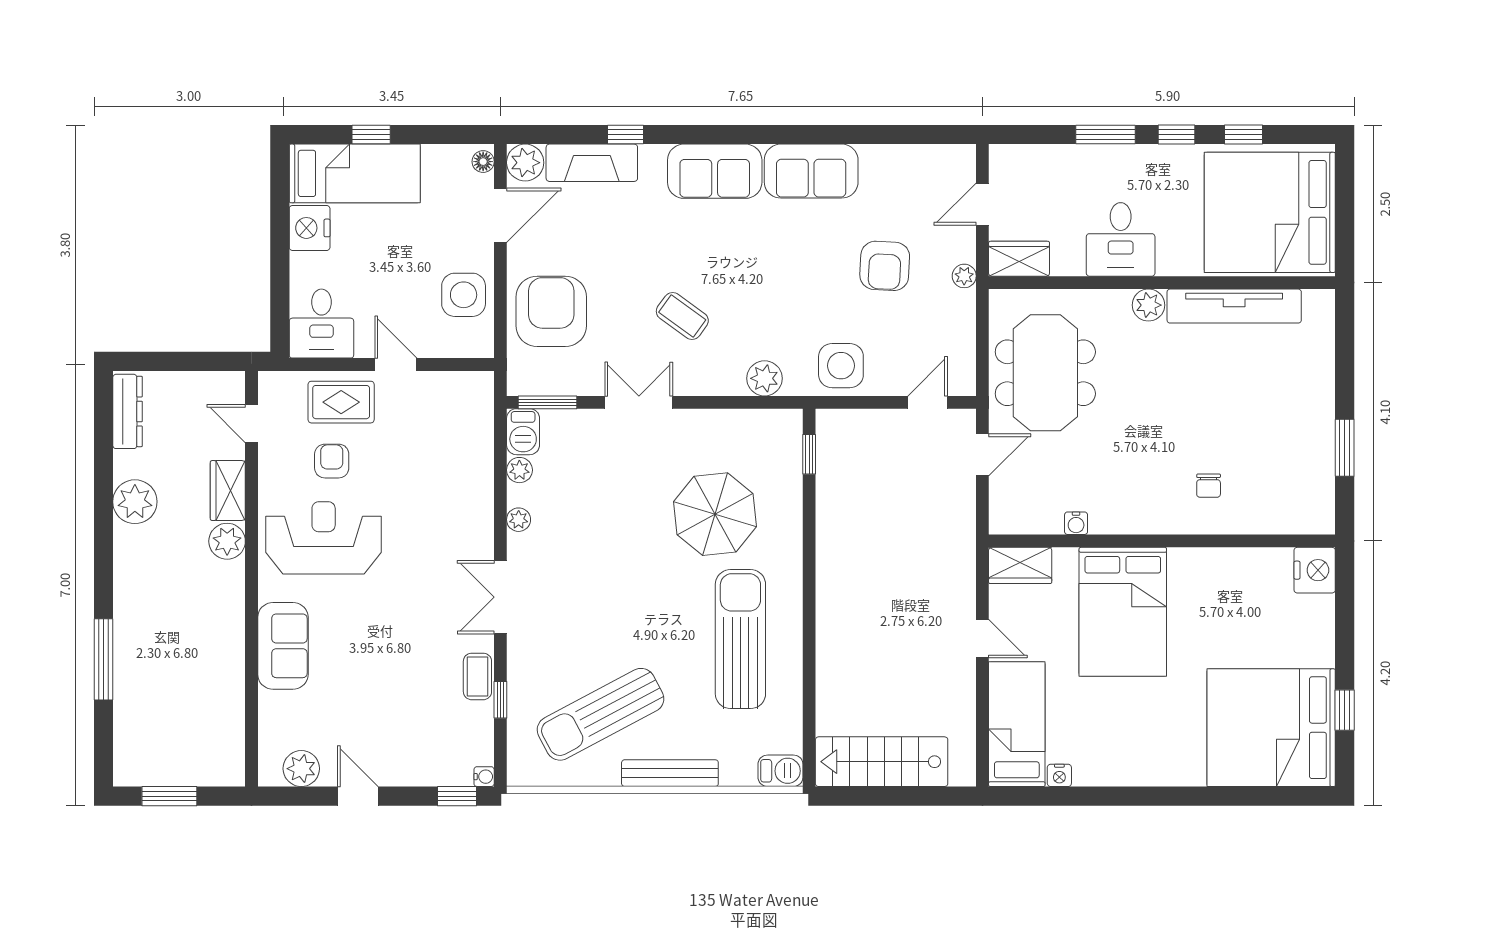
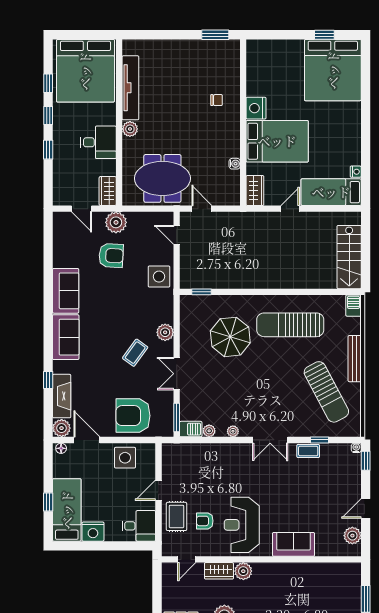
window: (1105, 135) -> (48, 150), width x0.67
plant: (964, 276) -> (116, 222), width x1.87, depth x1.87
plant: (765, 378) -> (165, 332), moved
window: (1345, 448) -> (215, 35), moved
nightstand: (1315, 570) -> (256, 108), moved, turned -90

